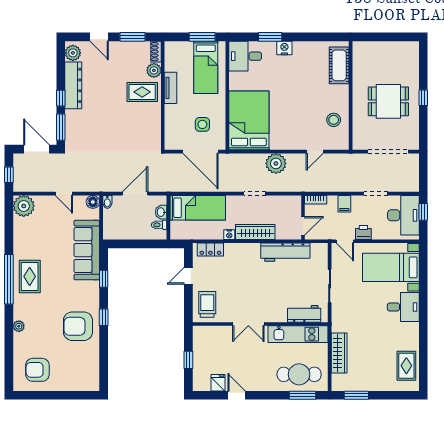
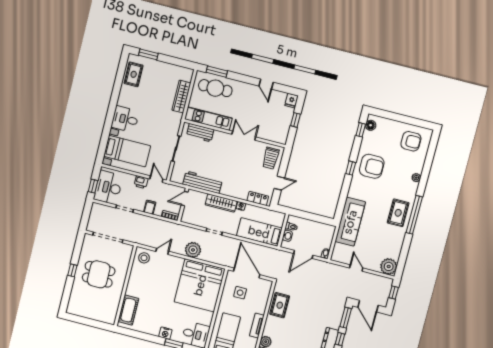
rug: (142, 92) -> (280, 305), moved, turned 90
bed: (249, 120) -> (200, 285), width x1.36
stool: (334, 120) -> (144, 258), moved
floor lamp: (93, 202) -> (371, 125), moved
window: (104, 279) -> (361, 130), moved
fridge: (218, 383) -> (292, 101), moved
window: (356, 395) -> (148, 54), moved

